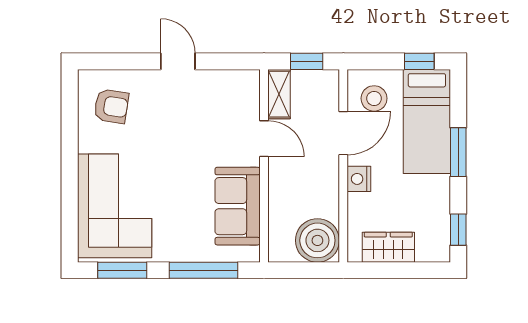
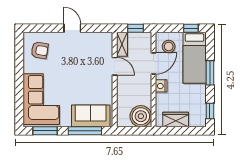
sofa: (238, 206) -> (91, 116), moved, turned 90

